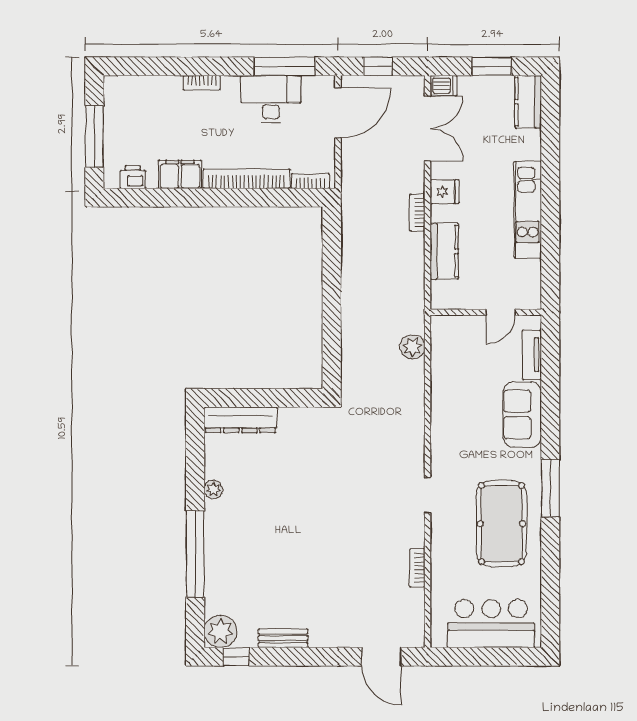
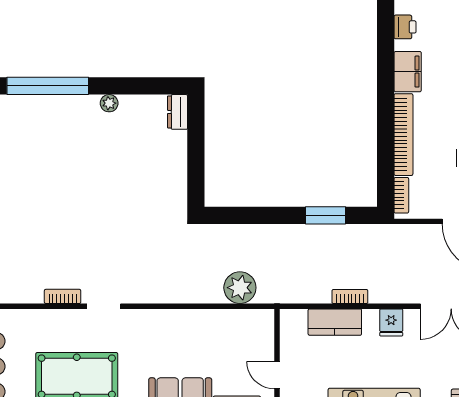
bookcase: (417, 213) -> (350, 297), moved
window: (332, 261) -> (325, 215), added
plant: (413, 347) -> (240, 288), width x1.36, depth x1.36
dresser: (240, 420) -> (178, 112), width x0.51, depth x0.80
bookcase: (417, 568) -> (63, 296), moved

